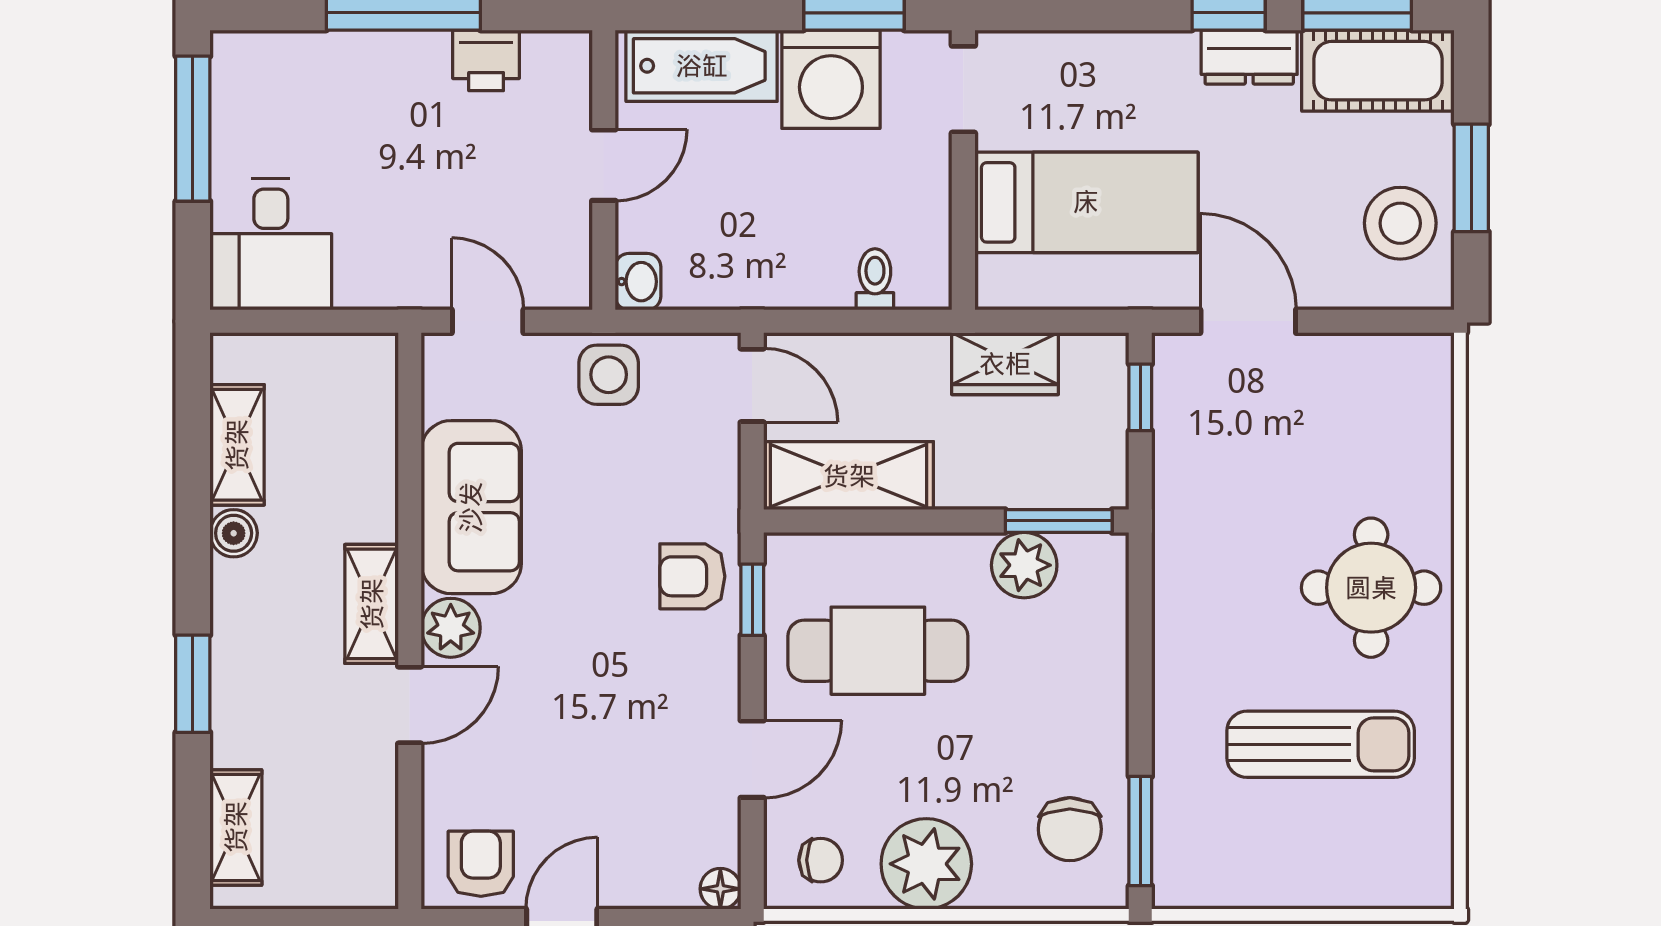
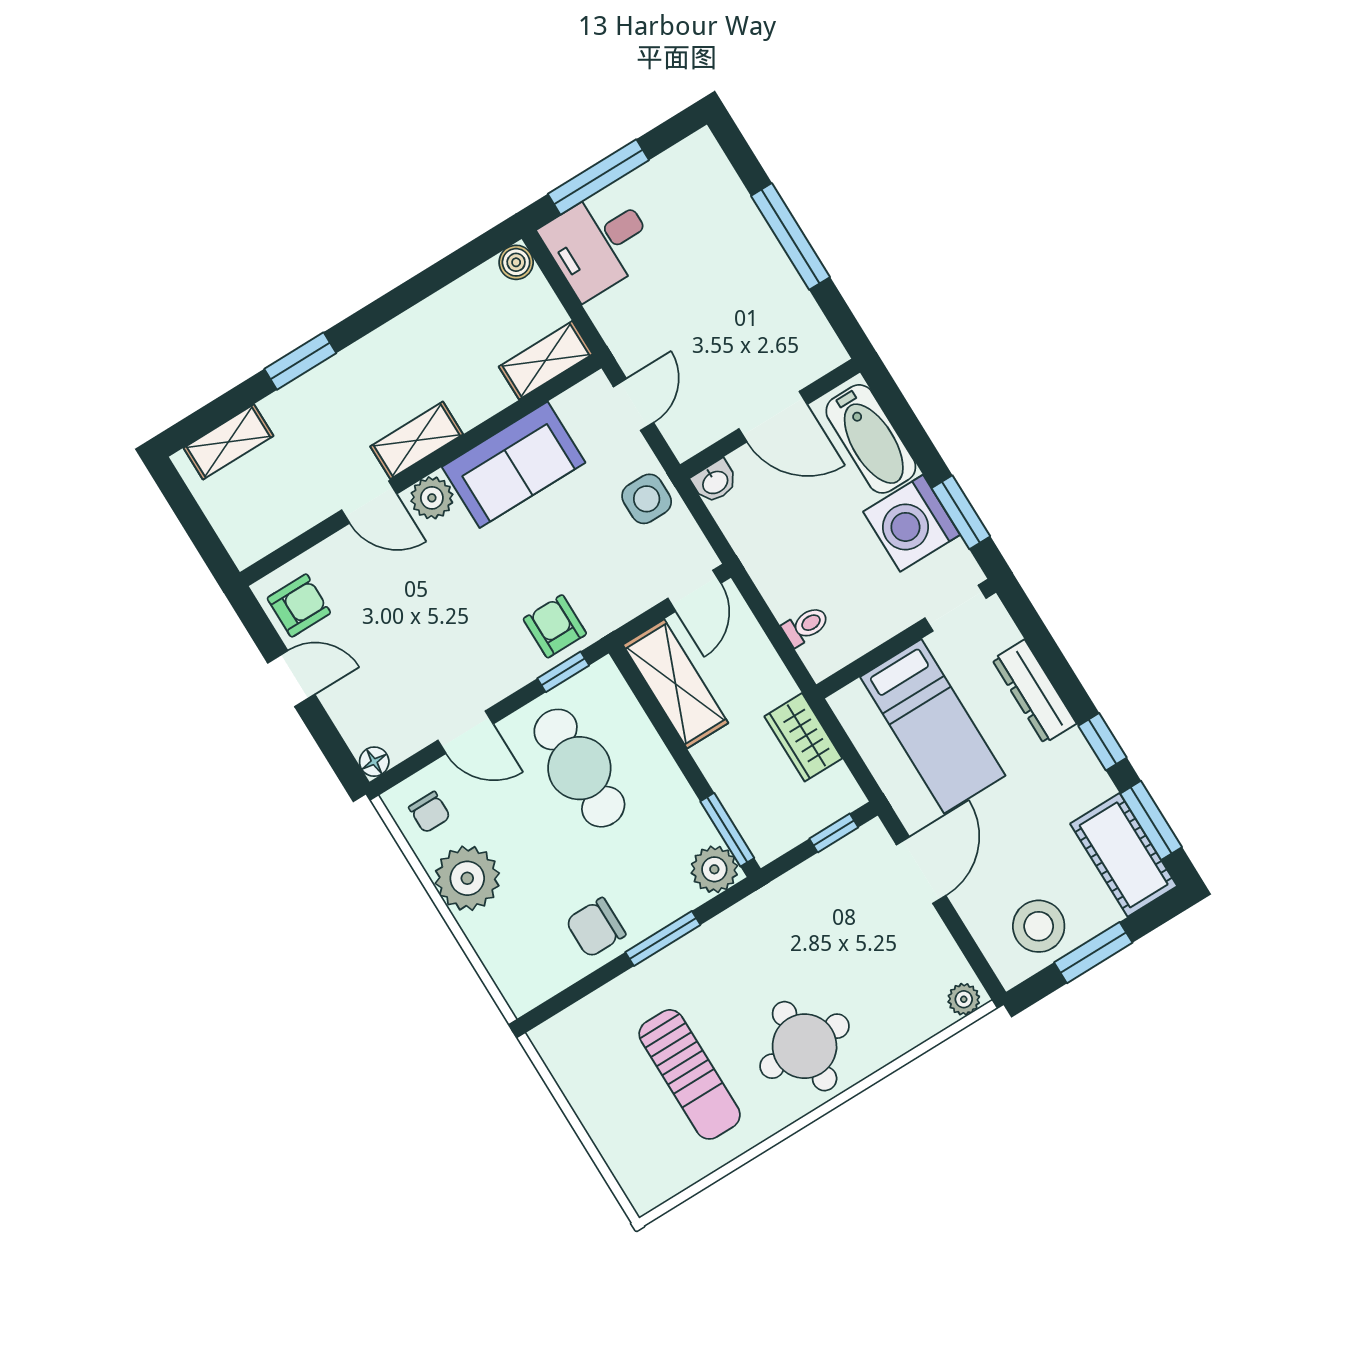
dresser: (1249, 57) -> (1034, 692), moved, width x1.44
printer: (486, 60) -> (793, 305), removed
window: (193, 129) -> (598, 177), moved
door: (604, 165) -> (773, 417), width x1.38
plant: (1432, 365) -> (964, 999), added
shelving: (237, 445) -> (546, 360), moved
boiler: (234, 533) -> (516, 262), moved
plant: (1024, 565) -> (714, 869), moved
chair: (1070, 829) -> (596, 928), moved
window: (1140, 831) -> (663, 938), moved

